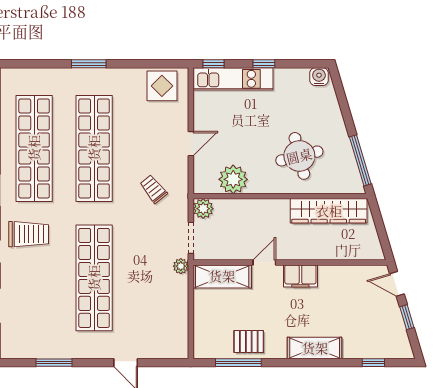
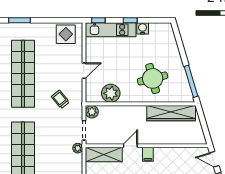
water cooler: (319, 77) -> (143, 28), moved
filing cabinet: (300, 276) -> (148, 154), width x0.50

